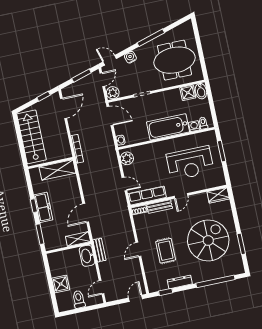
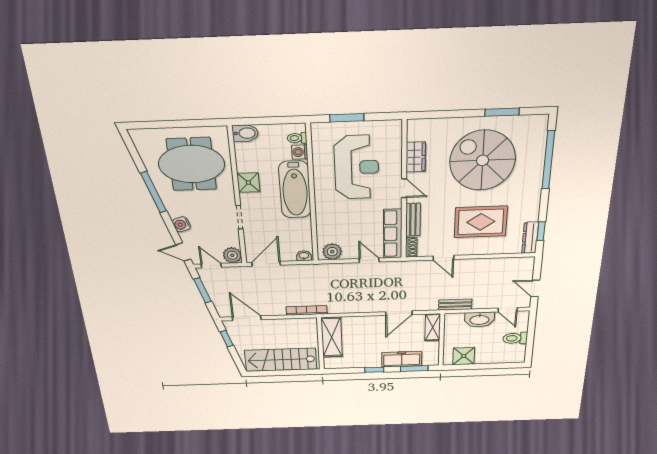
door: (110, 60) -> (183, 252), hinge flipped
meeting table: (174, 60) -> (192, 164), turned 90
shower: (188, 93) -> (248, 183), moved
door: (124, 184) -> (369, 260), hinge flipped
wardrobe: (218, 195) -> (416, 157), moved
freezer: (43, 207) -> (402, 359), moved
door: (86, 213) -> (399, 313), hinge flipped
door: (138, 249) -> (443, 258), moved
rug: (166, 251) -> (481, 222), width x1.36, depth x1.43
washbasin: (87, 256) -> (479, 320), moved
dresser: (180, 282) -> (530, 238), moved
shower: (61, 284) -> (464, 356), moved
door: (135, 298) -> (535, 288), moved

